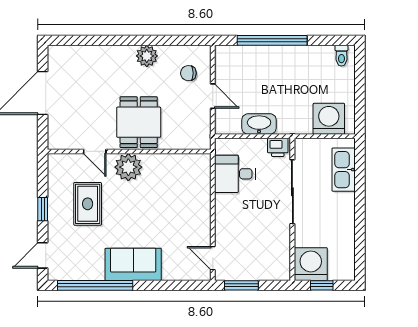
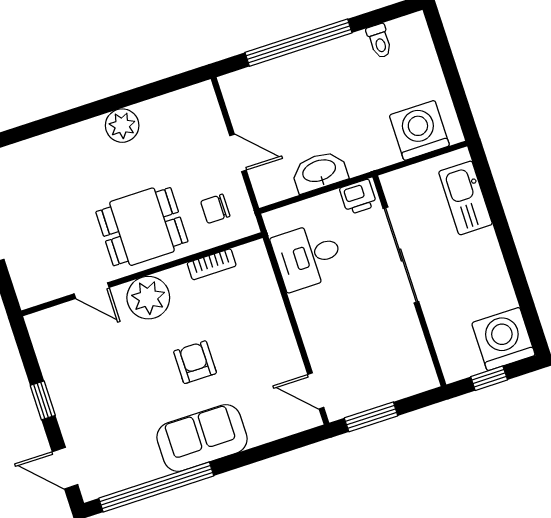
toilet: (341, 56) -> (379, 41), moved
chair: (188, 73) -> (215, 209), moved
dining table: (139, 122) -> (142, 227), turned 90
bookcase: (174, 159) -> (212, 264), added
rug: (88, 204) -> (106, 371), removed
armchair: (144, 216) -> (195, 362), added
door: (43, 255) -> (65, 468), hinge flipped
washing machine: (311, 264) -> (503, 339), moved

